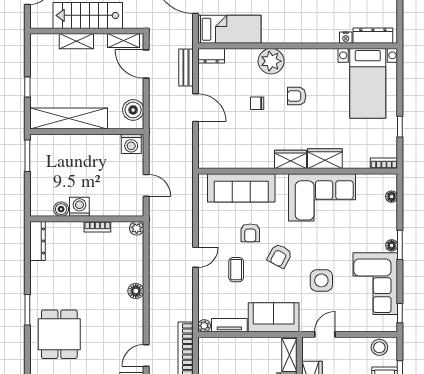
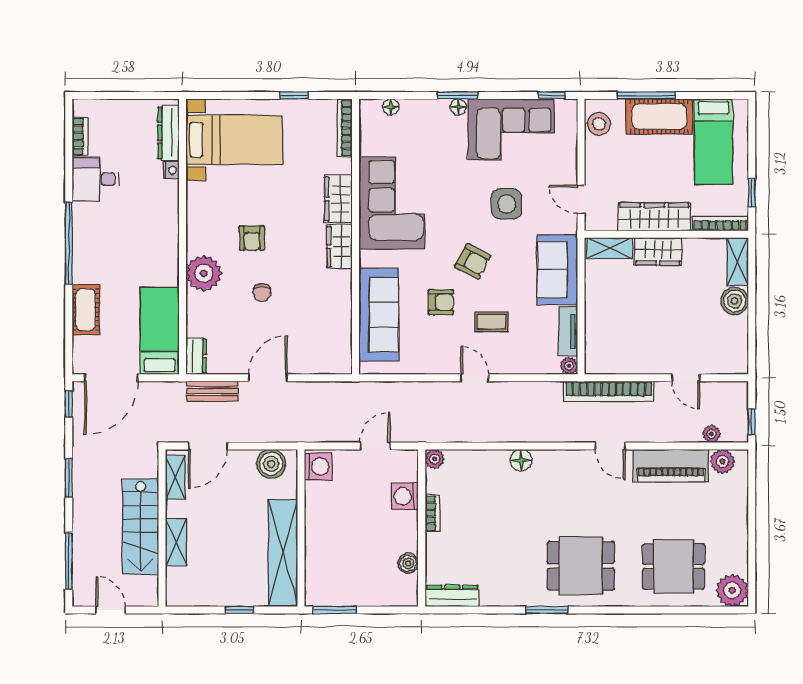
bookcase: (384, 163) -> (345, 128), width x1.56
washing machine: (79, 207) -> (405, 496), moved

